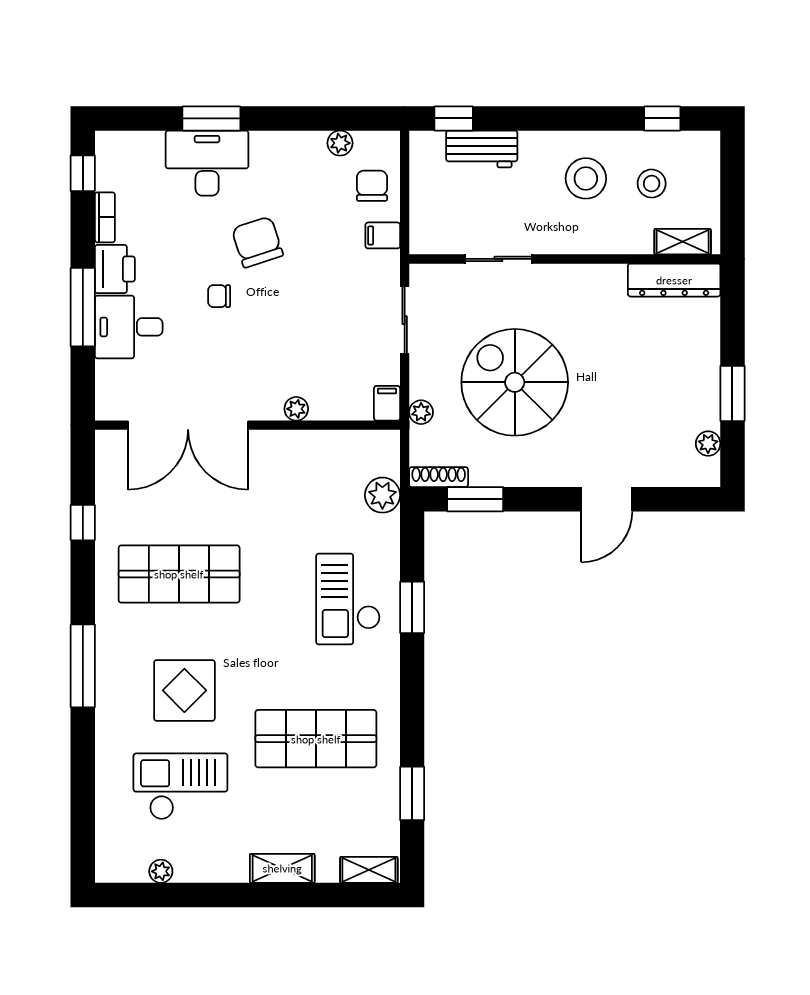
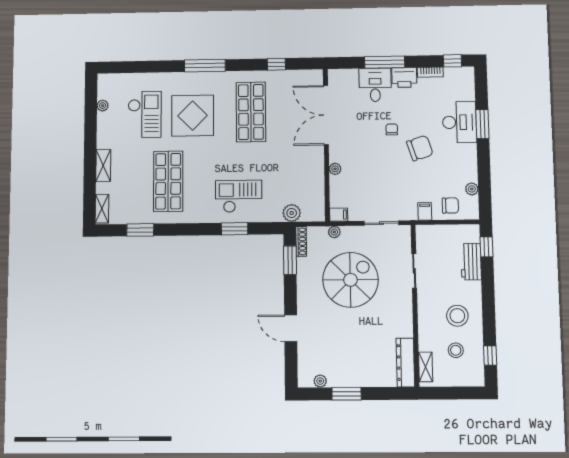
display table: (184, 690) -> (193, 116), width x1.36, depth x1.36

